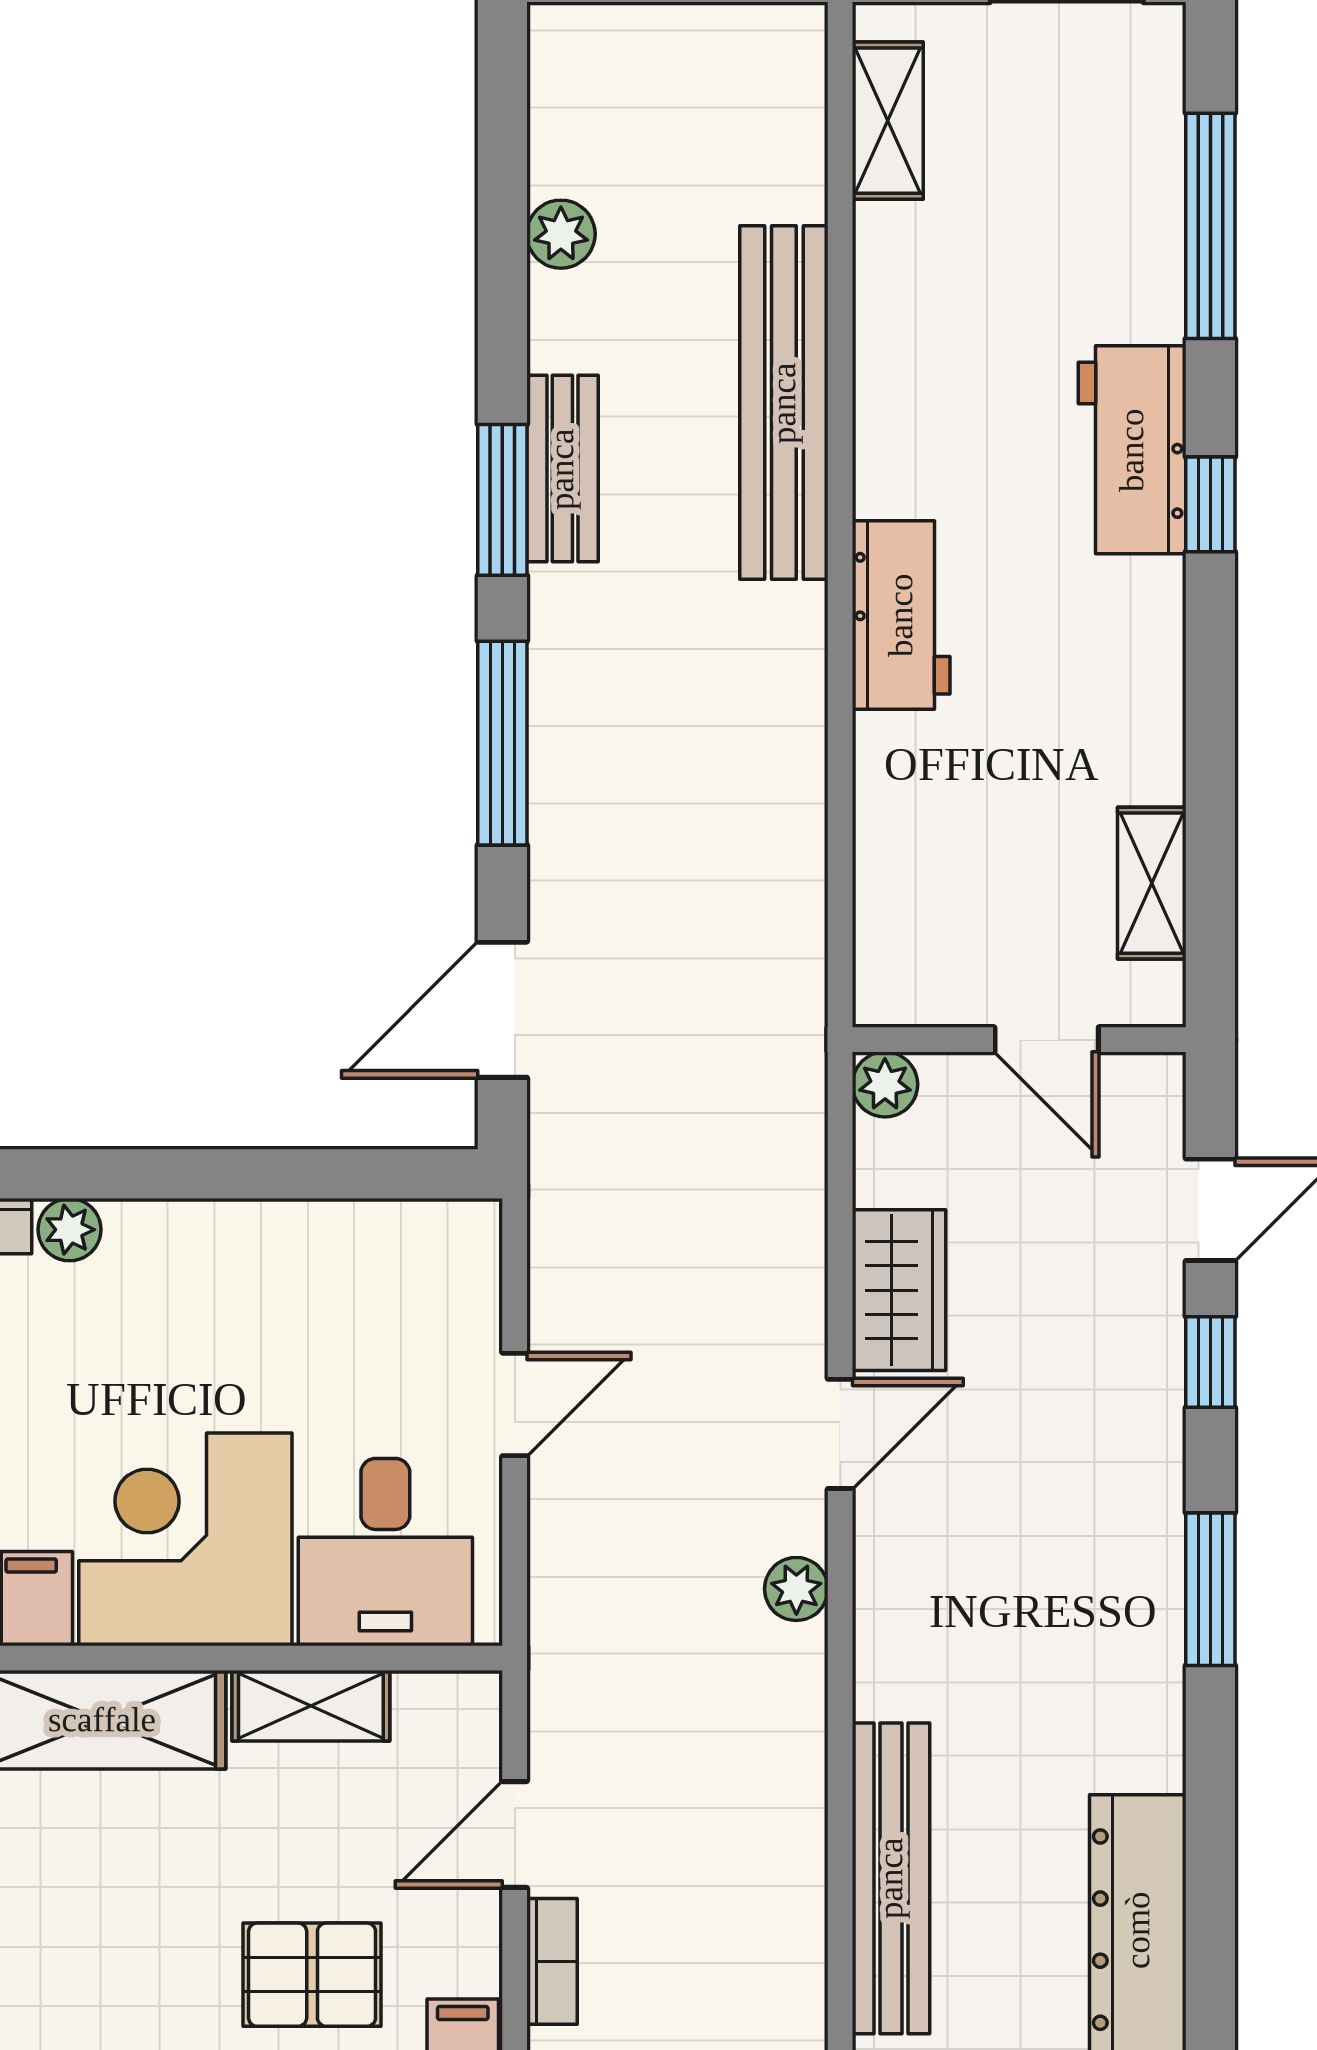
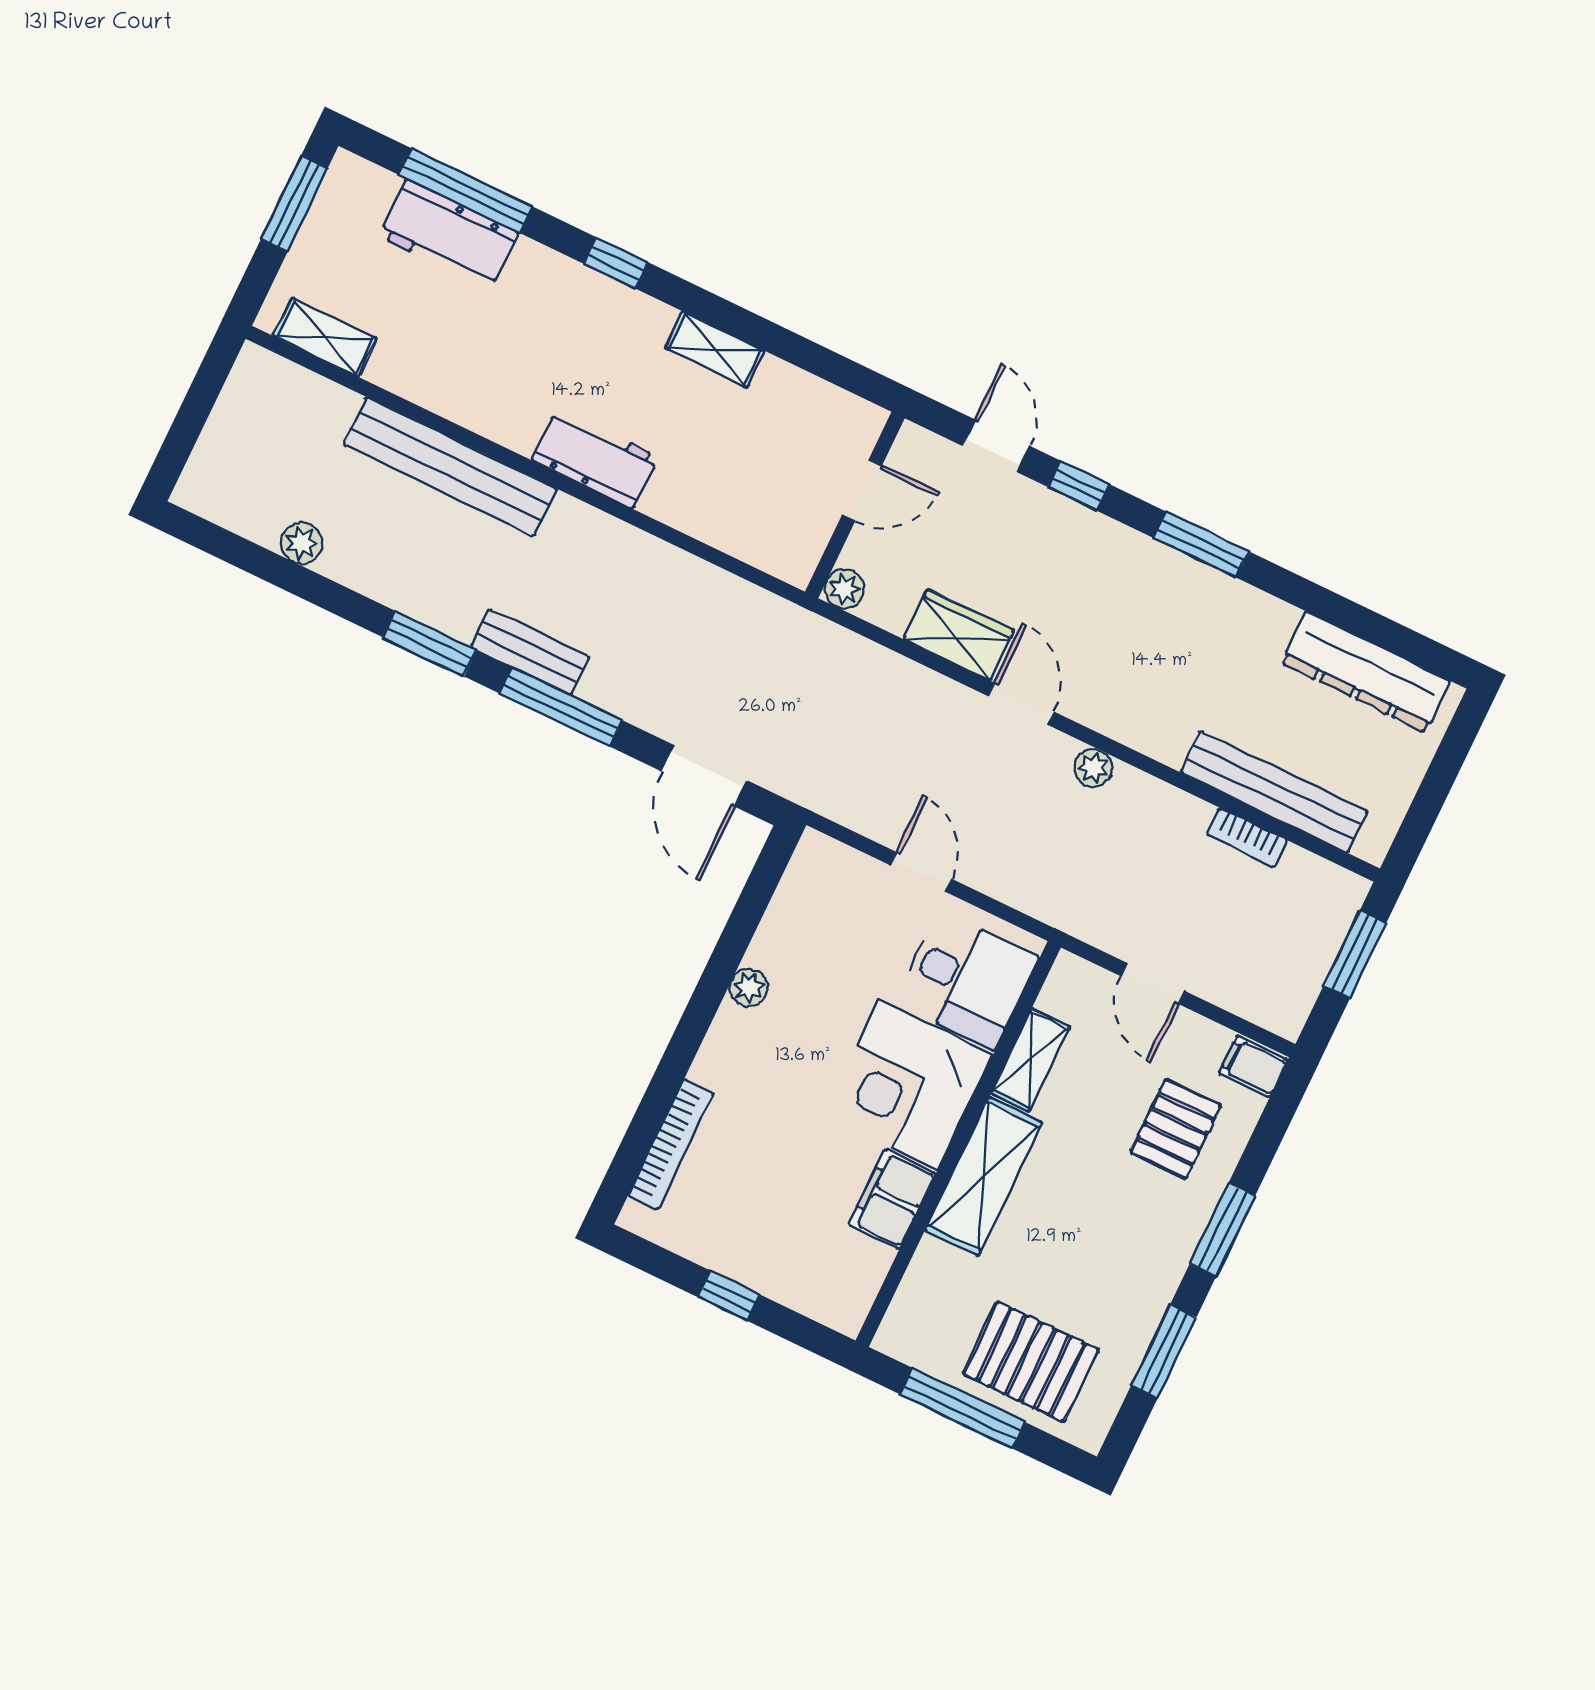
workbench: (1132, 450) -> (449, 234), moved
bench: (562, 469) -> (530, 652), moved
shelving: (1152, 883) -> (715, 349), moved
plant: (70, 1230) -> (749, 988), moved
bookcase: (552, 1961) -> (1247, 838), moved, turned 180

